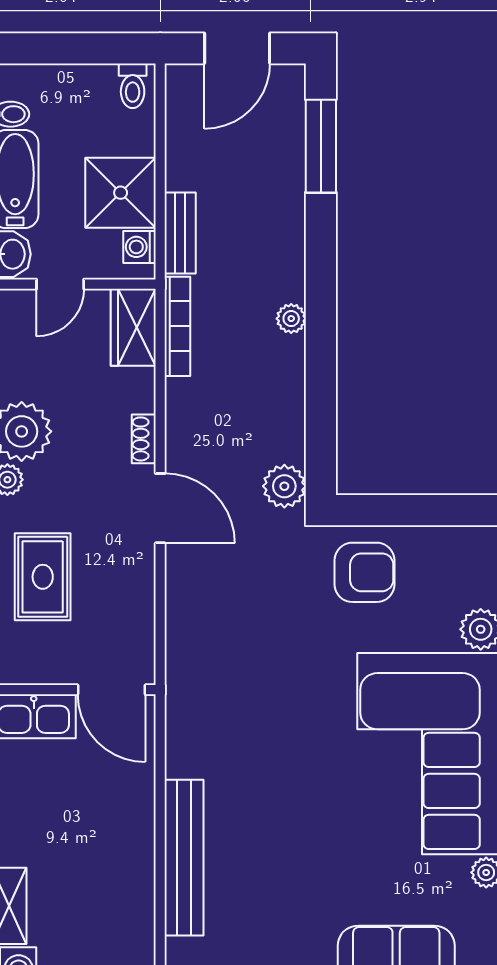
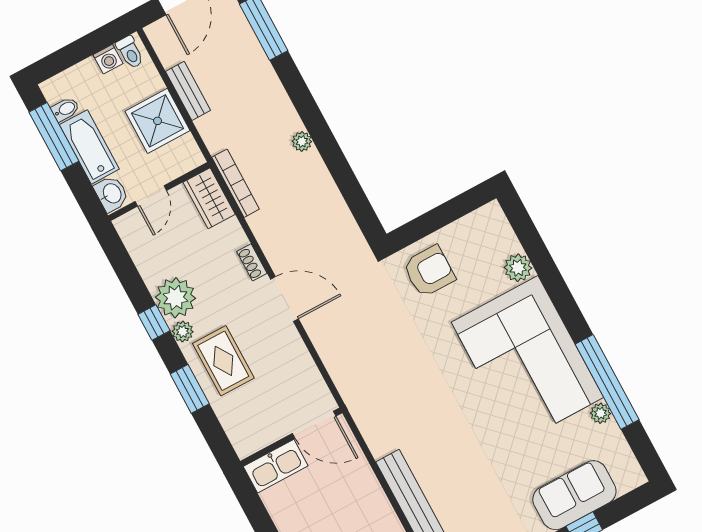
bench: (180, 233) -> (188, 91), moved
washing machine: (140, 247) -> (108, 59), moved, turned -90
plant: (284, 486) -> (352, 245), removed
rug: (43, 577) -> (223, 361), moved

